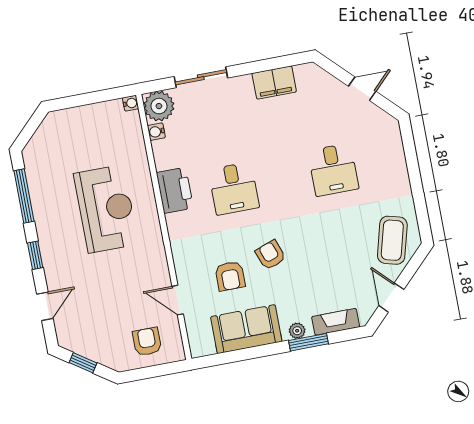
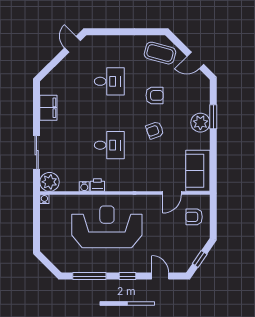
door: (362, 89) -> (72, 44), moved
water cooler: (156, 132) -> (84, 187), moved
printer: (175, 190) -> (97, 185), width x0.53, depth x0.68
reception desk: (106, 209) -> (107, 227), width x1.36, depth x1.30
armchair: (230, 276) -> (154, 95), moved
fireplace: (336, 322) -> (204, 98), removed
sofa: (246, 329) -> (198, 171), moved
plant: (297, 331) -> (200, 123), width x1.88, depth x1.88

